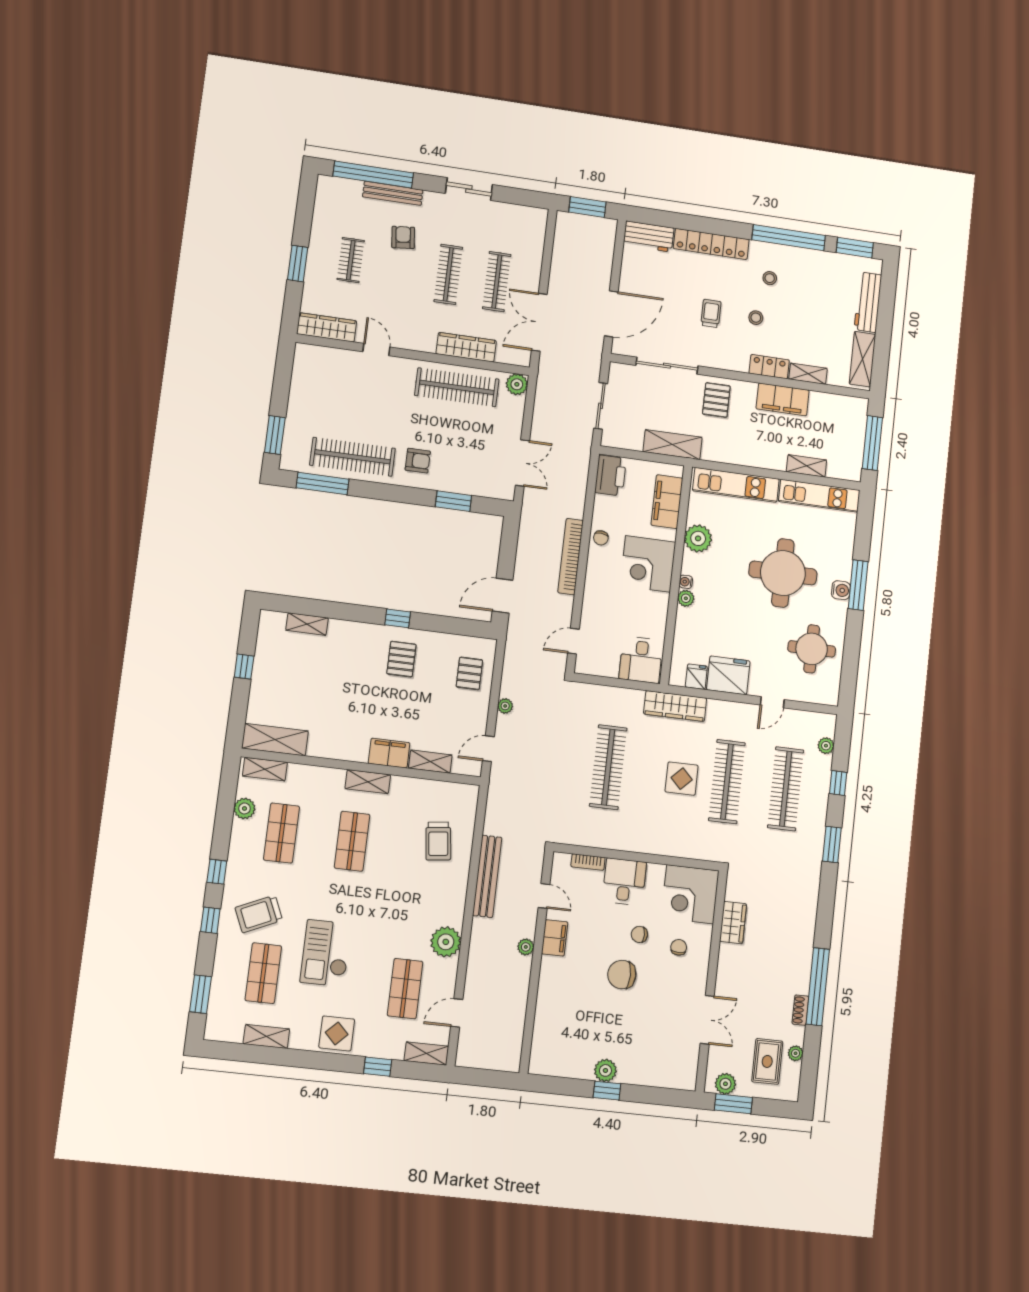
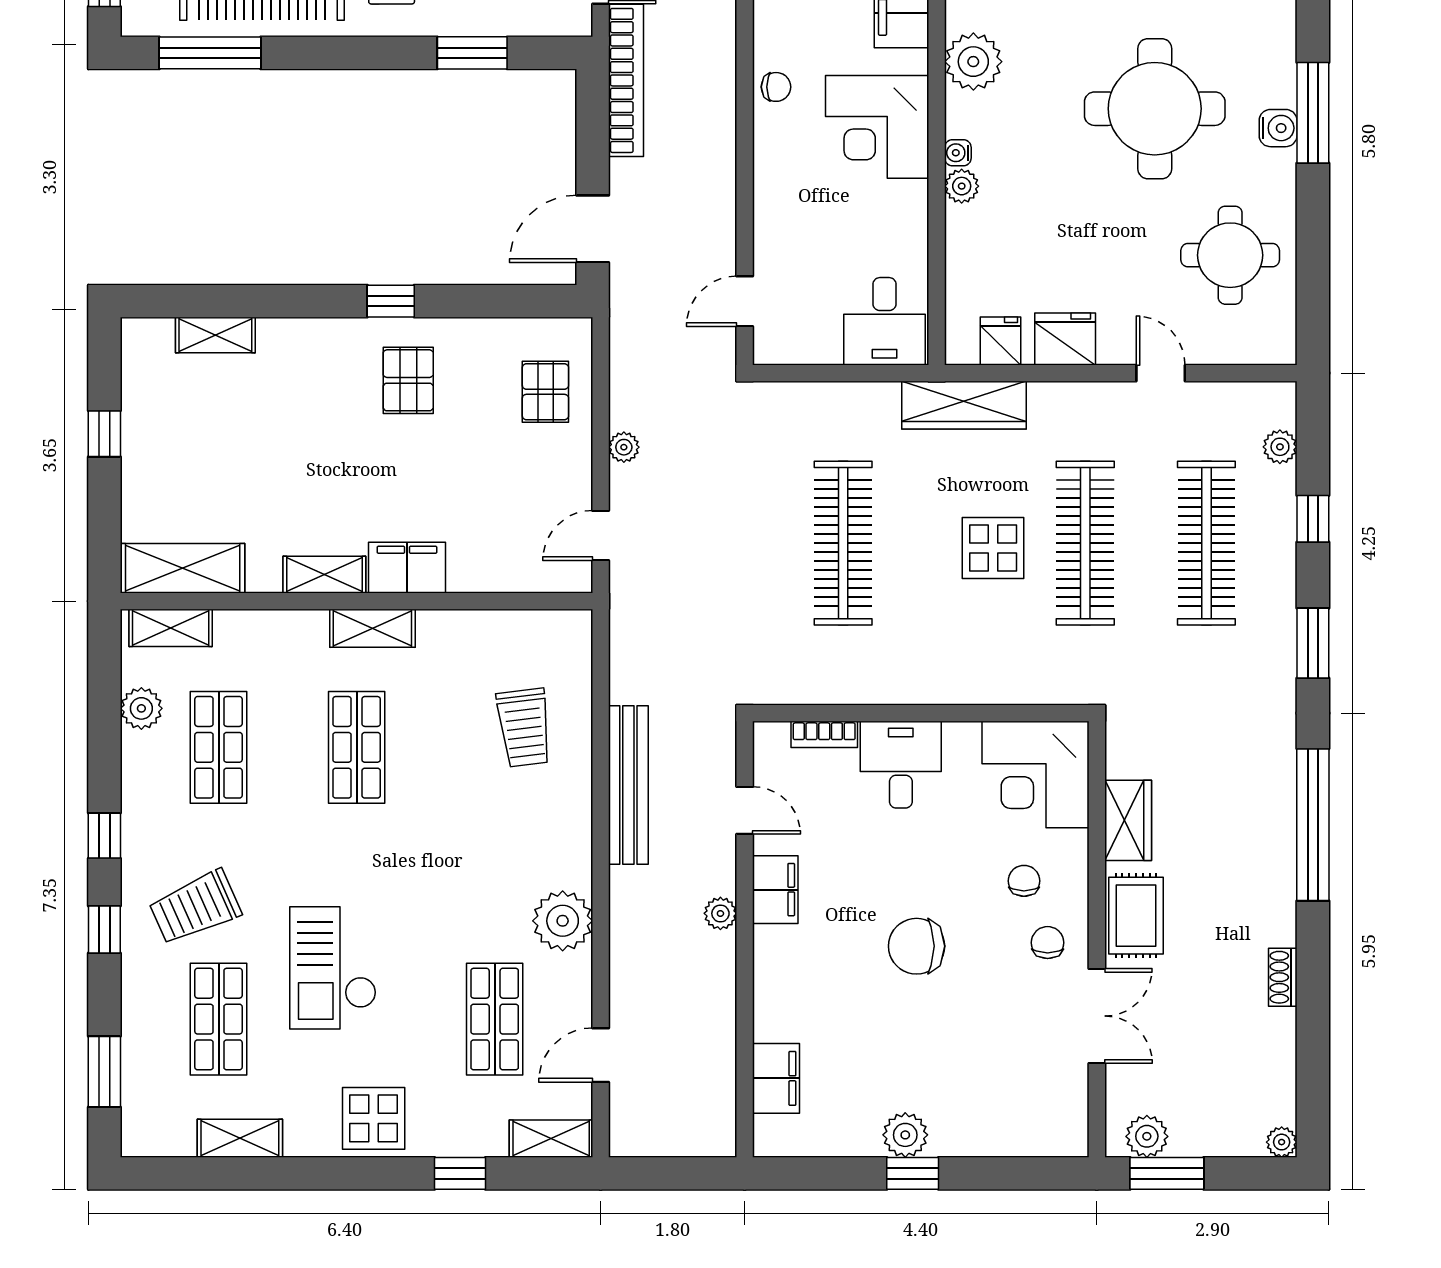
chair: (601, 538) -> (776, 87), turned -94
bookcase: (571, 557) -> (626, 80), moved, turned 180
fridge: (728, 675) -> (1065, 339), width x0.73, depth x0.75
door: (772, 702) -> (1161, 373), swing flipped
shelving: (430, 762) -> (324, 575), moved
chair: (639, 934) -> (1048, 943), moved, turned 90
window: (818, 987) -> (1313, 825), moved
filing cabinet: (544, 1034) -> (776, 1078), added
plant: (796, 1053) -> (1282, 1142), moved
rug: (767, 1061) -> (1136, 916), moved

